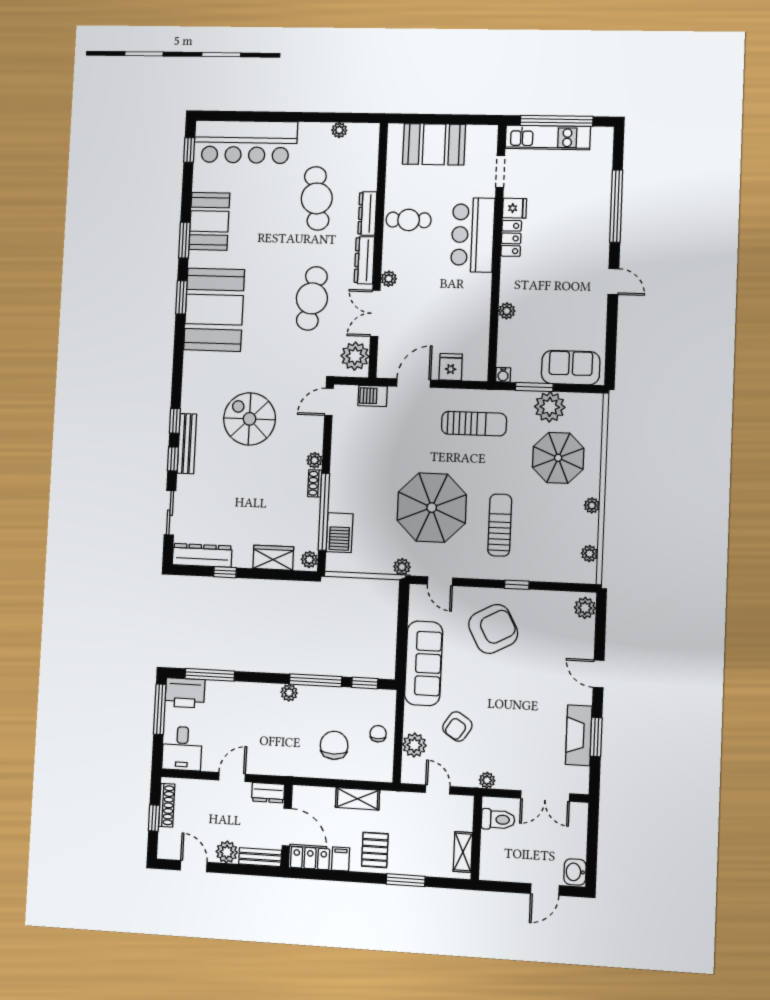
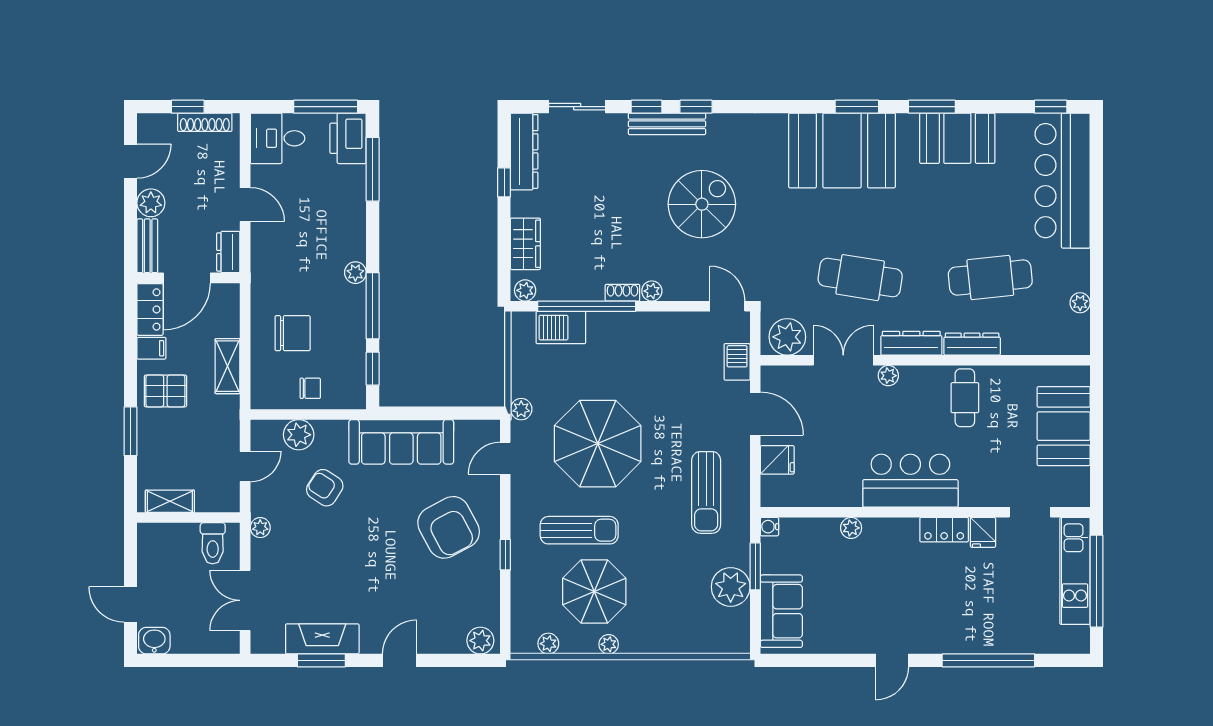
bar counter: (473, 235) -> (910, 481), moved
parasol: (558, 458) -> (594, 591), moved

